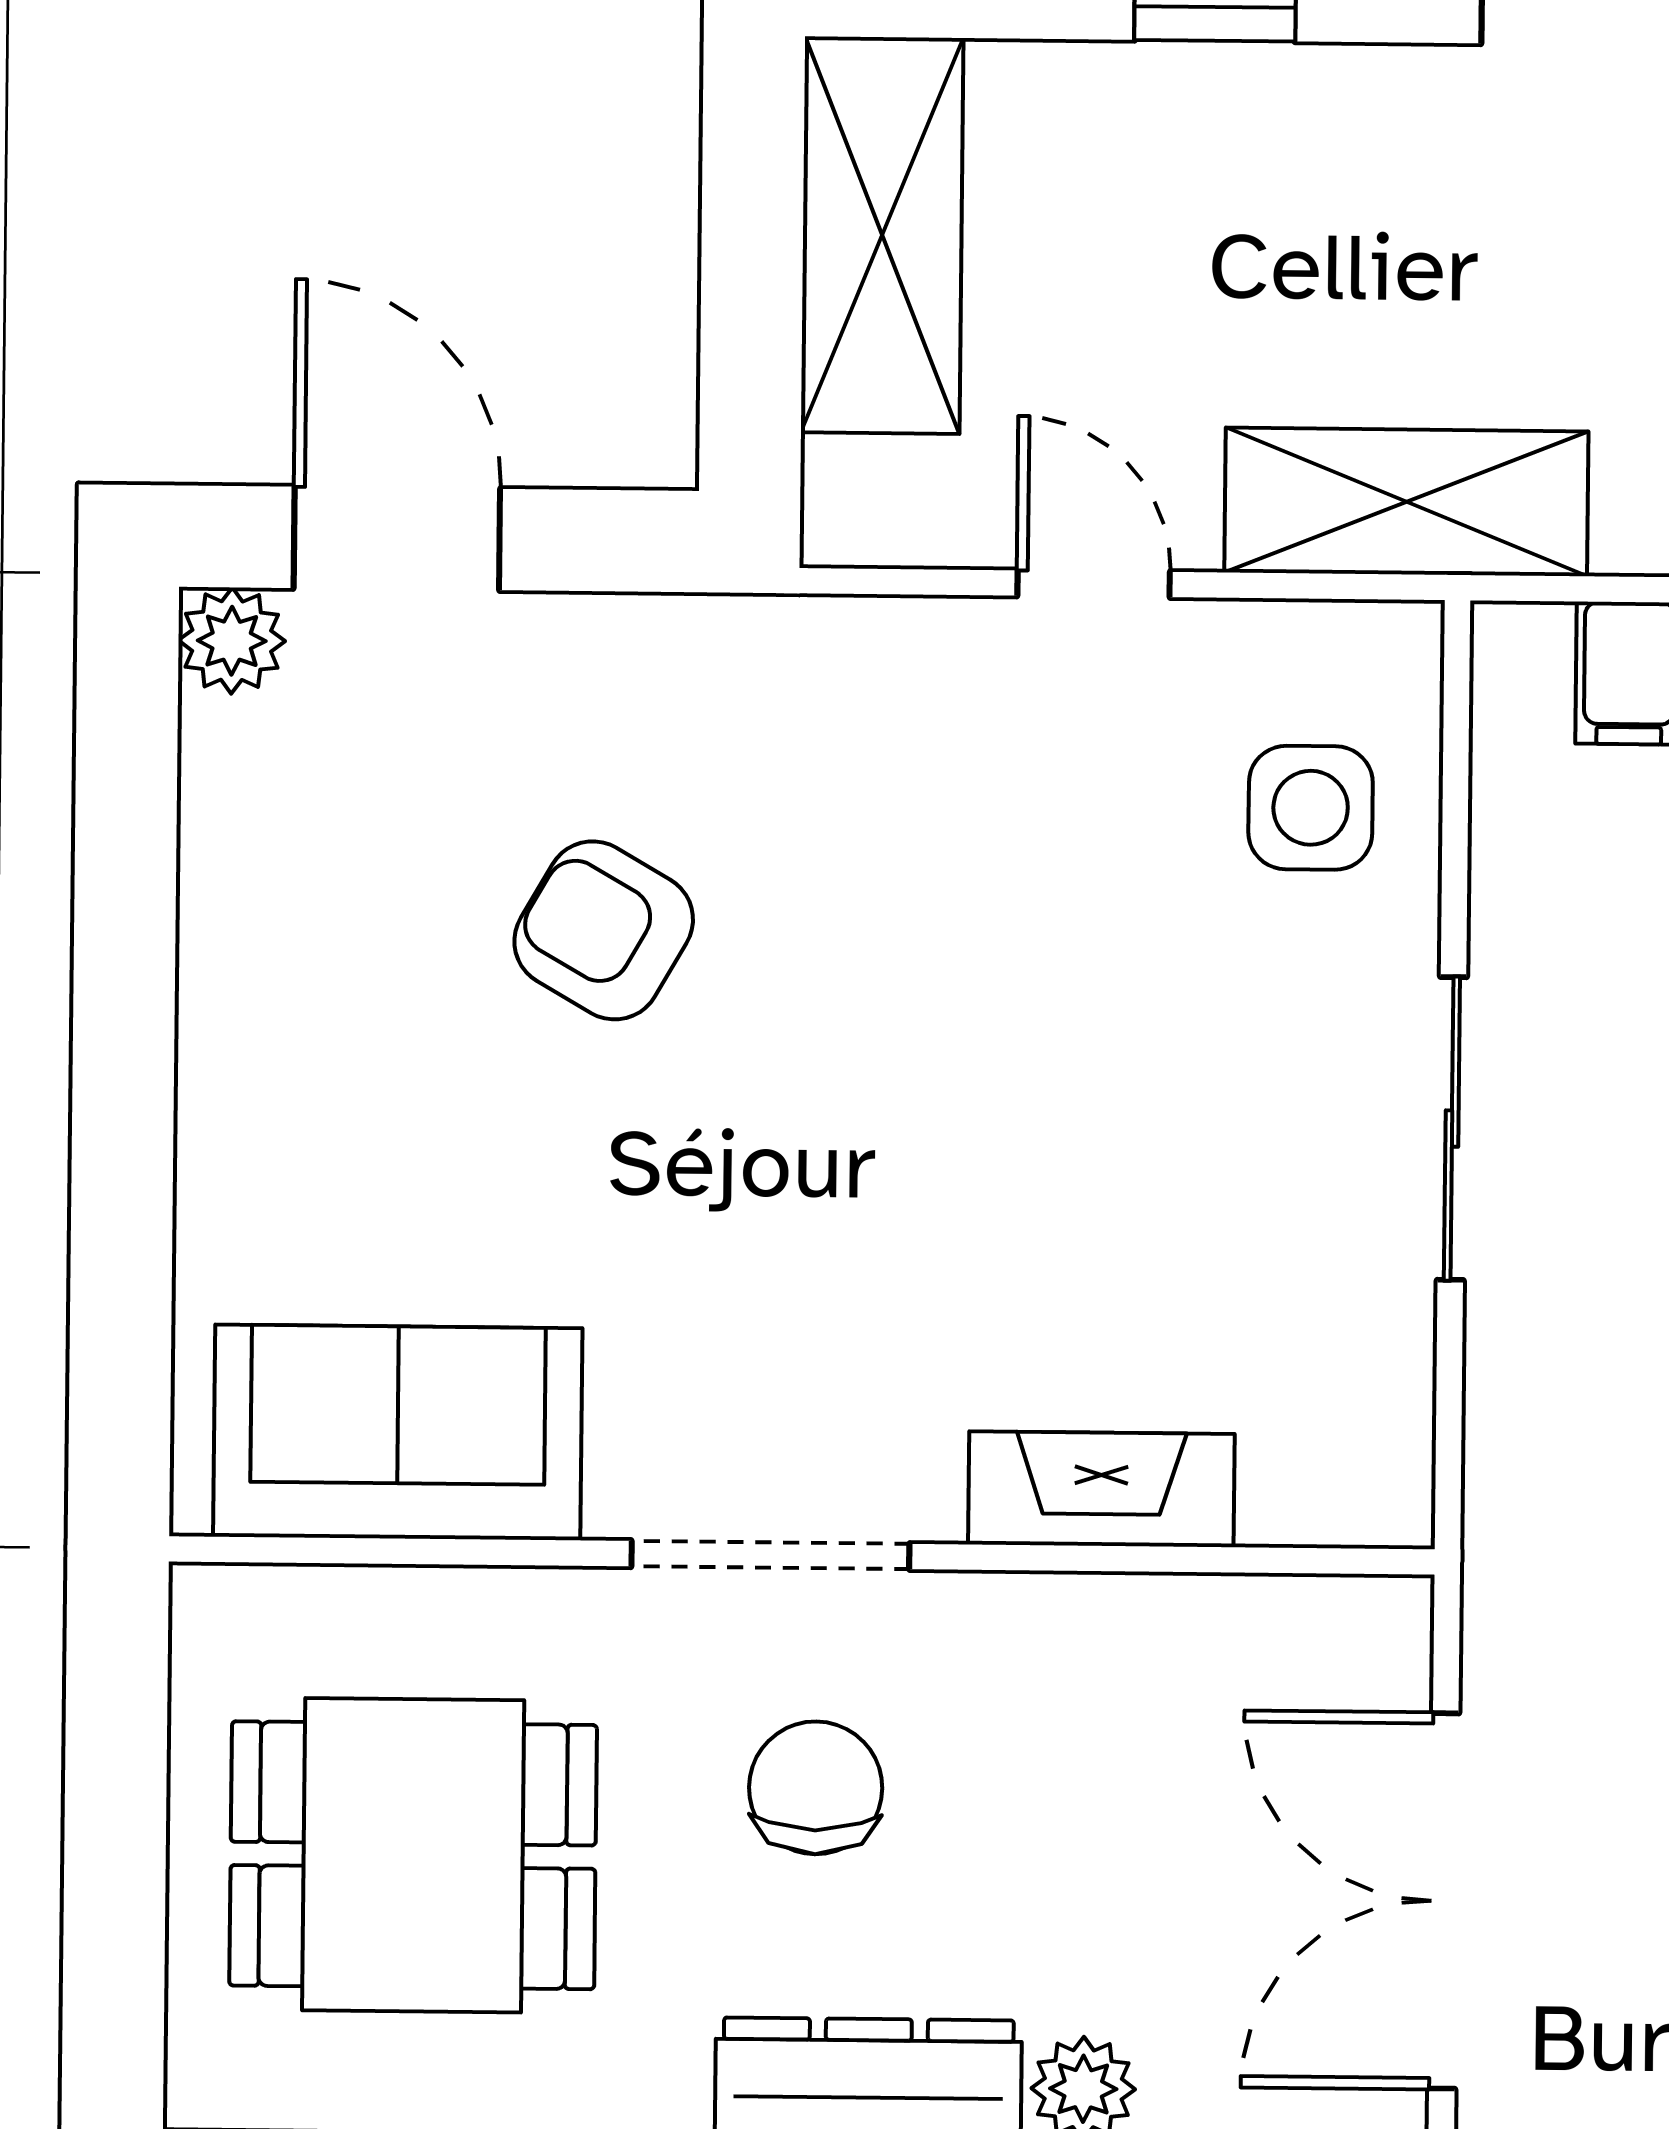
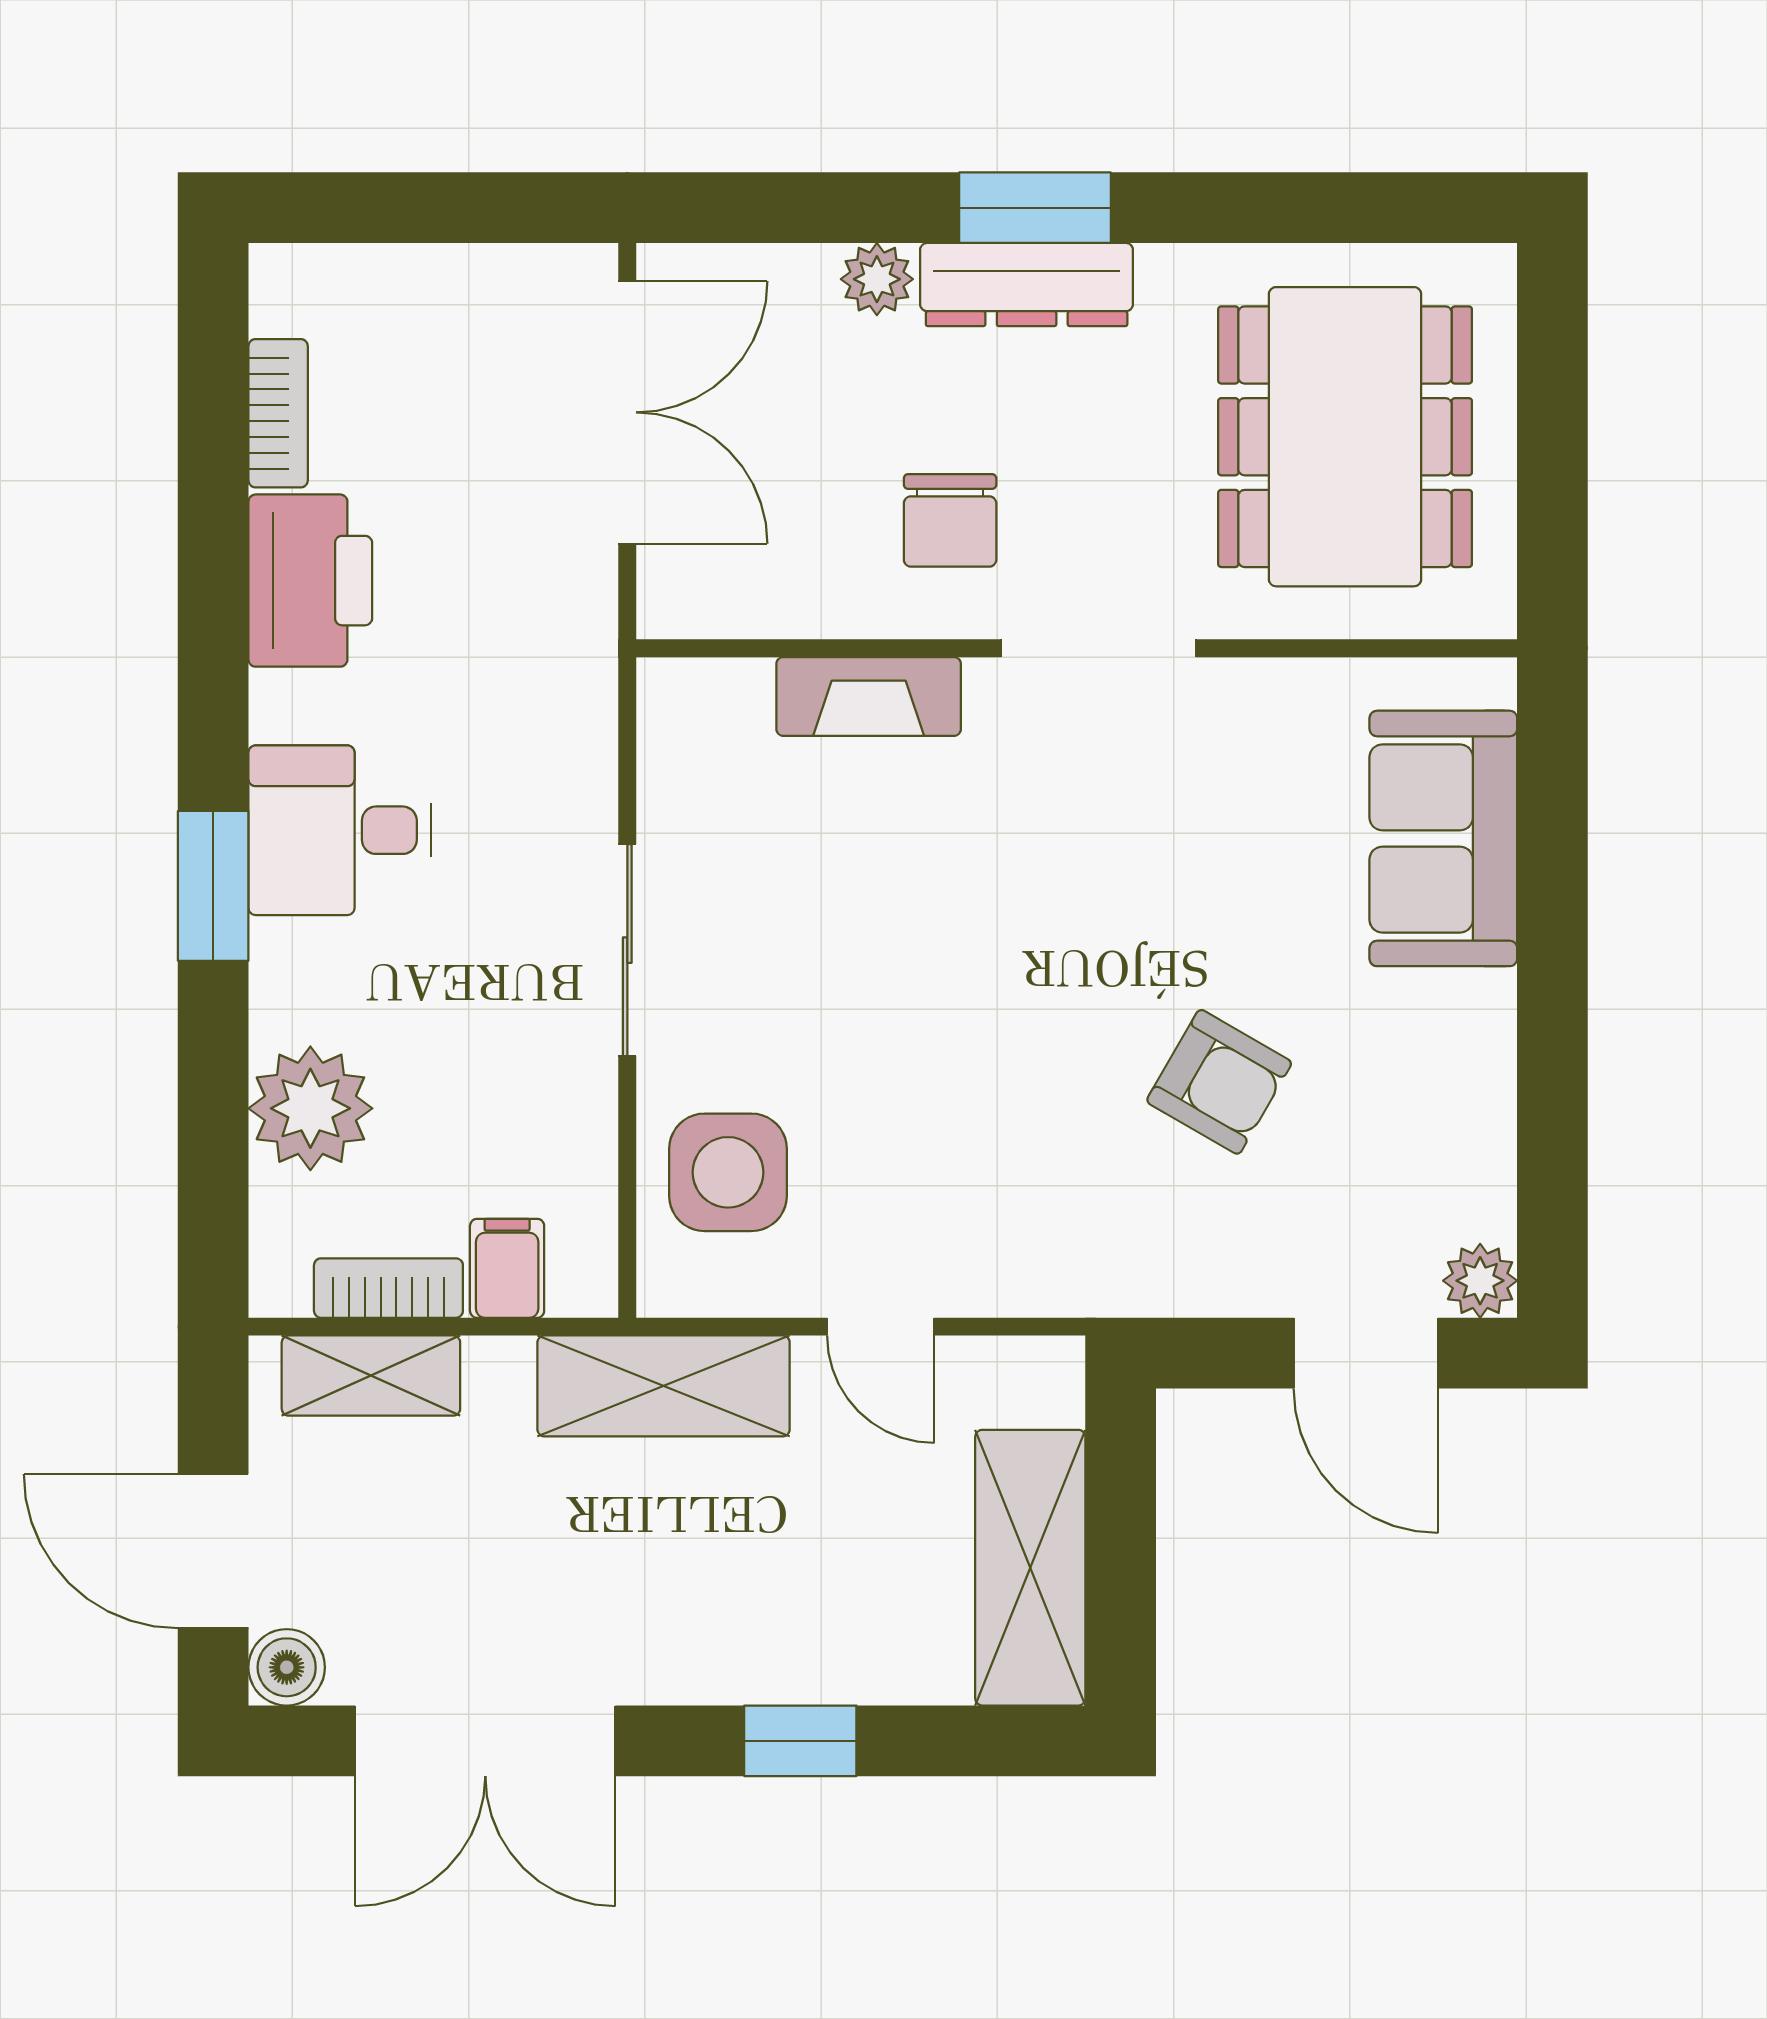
side table: (1311, 808) -> (728, 1172), width x1.37, depth x1.37
sofa: (398, 1432) -> (1443, 838), moved, turned 90
chair: (816, 1788) -> (950, 520), moved
dining table: (413, 1855) -> (1345, 437), width x1.38

